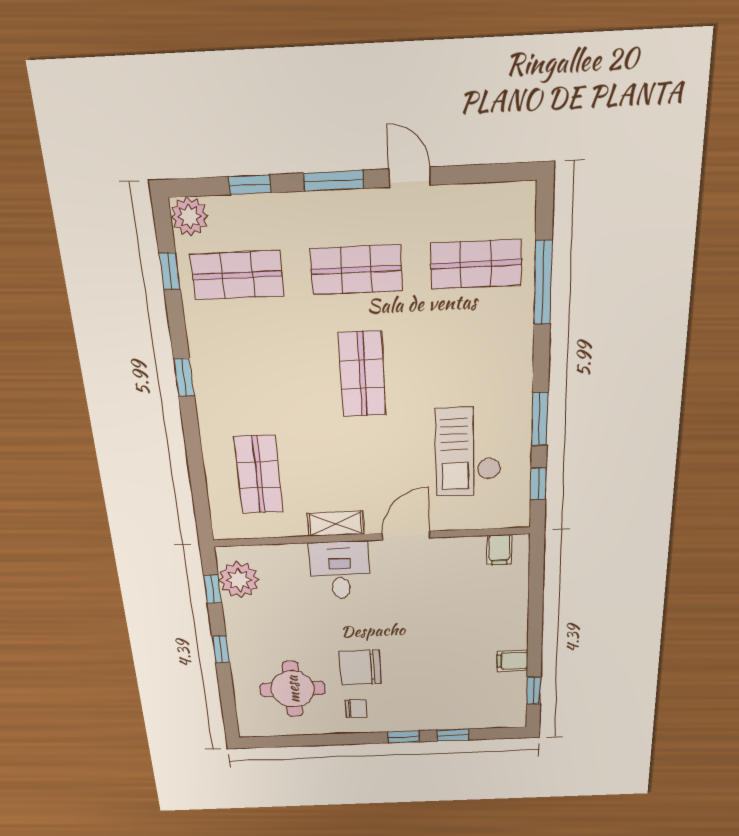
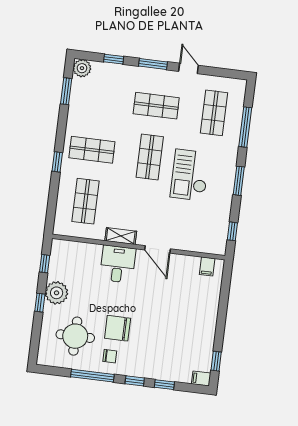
shop shelf: (476, 264) -> (214, 113), turned 90
window: (170, 271) -> (66, 91), width x1.50
shop shelf: (237, 275) -> (92, 150), moved
window: (184, 377) -> (57, 162), moved
window: (540, 419) -> (239, 181), moved
checkout: (468, 452) -> (190, 175), moved
door: (406, 535) -> (158, 249), swing flipped
plant: (239, 580) -> (57, 293), moved
filing cabinet: (512, 661) -> (201, 379), moved
window: (334, 739) -> (92, 376), added

